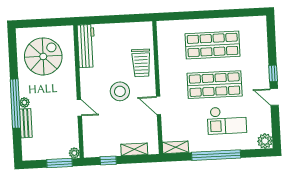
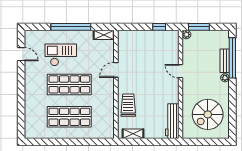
window: (273, 73) -> (21, 91), removed
stool: (120, 91) -> (147, 83), removed
door: (274, 97) -> (21, 54), moved
window: (15, 104) -> (232, 58), moved
door: (158, 105) -> (116, 70), swing flipped
plant: (265, 141) -> (31, 36), removed
shelving: (134, 149) -> (133, 134), moved

